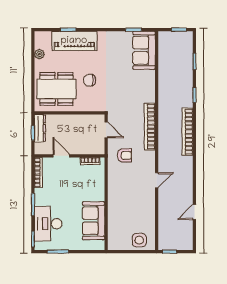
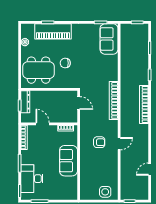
armchair: (124, 155) -> (99, 142), moved
sofa: (94, 221) -> (68, 161), moved

